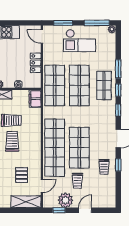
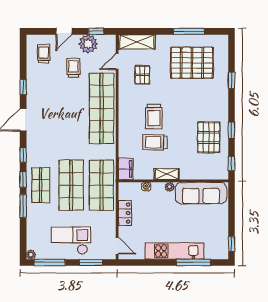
shop shelf: (79, 148) -> (71, 109), removed
trolley: (104, 167) -> (44, 54), moved

